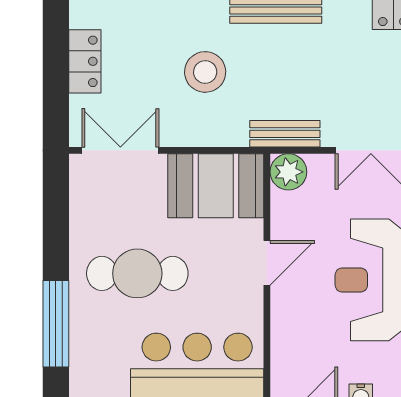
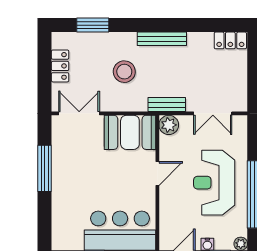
cafe table: (137, 273) -> (88, 179), removed
window: (56, 324) -> (45, 168), moved

